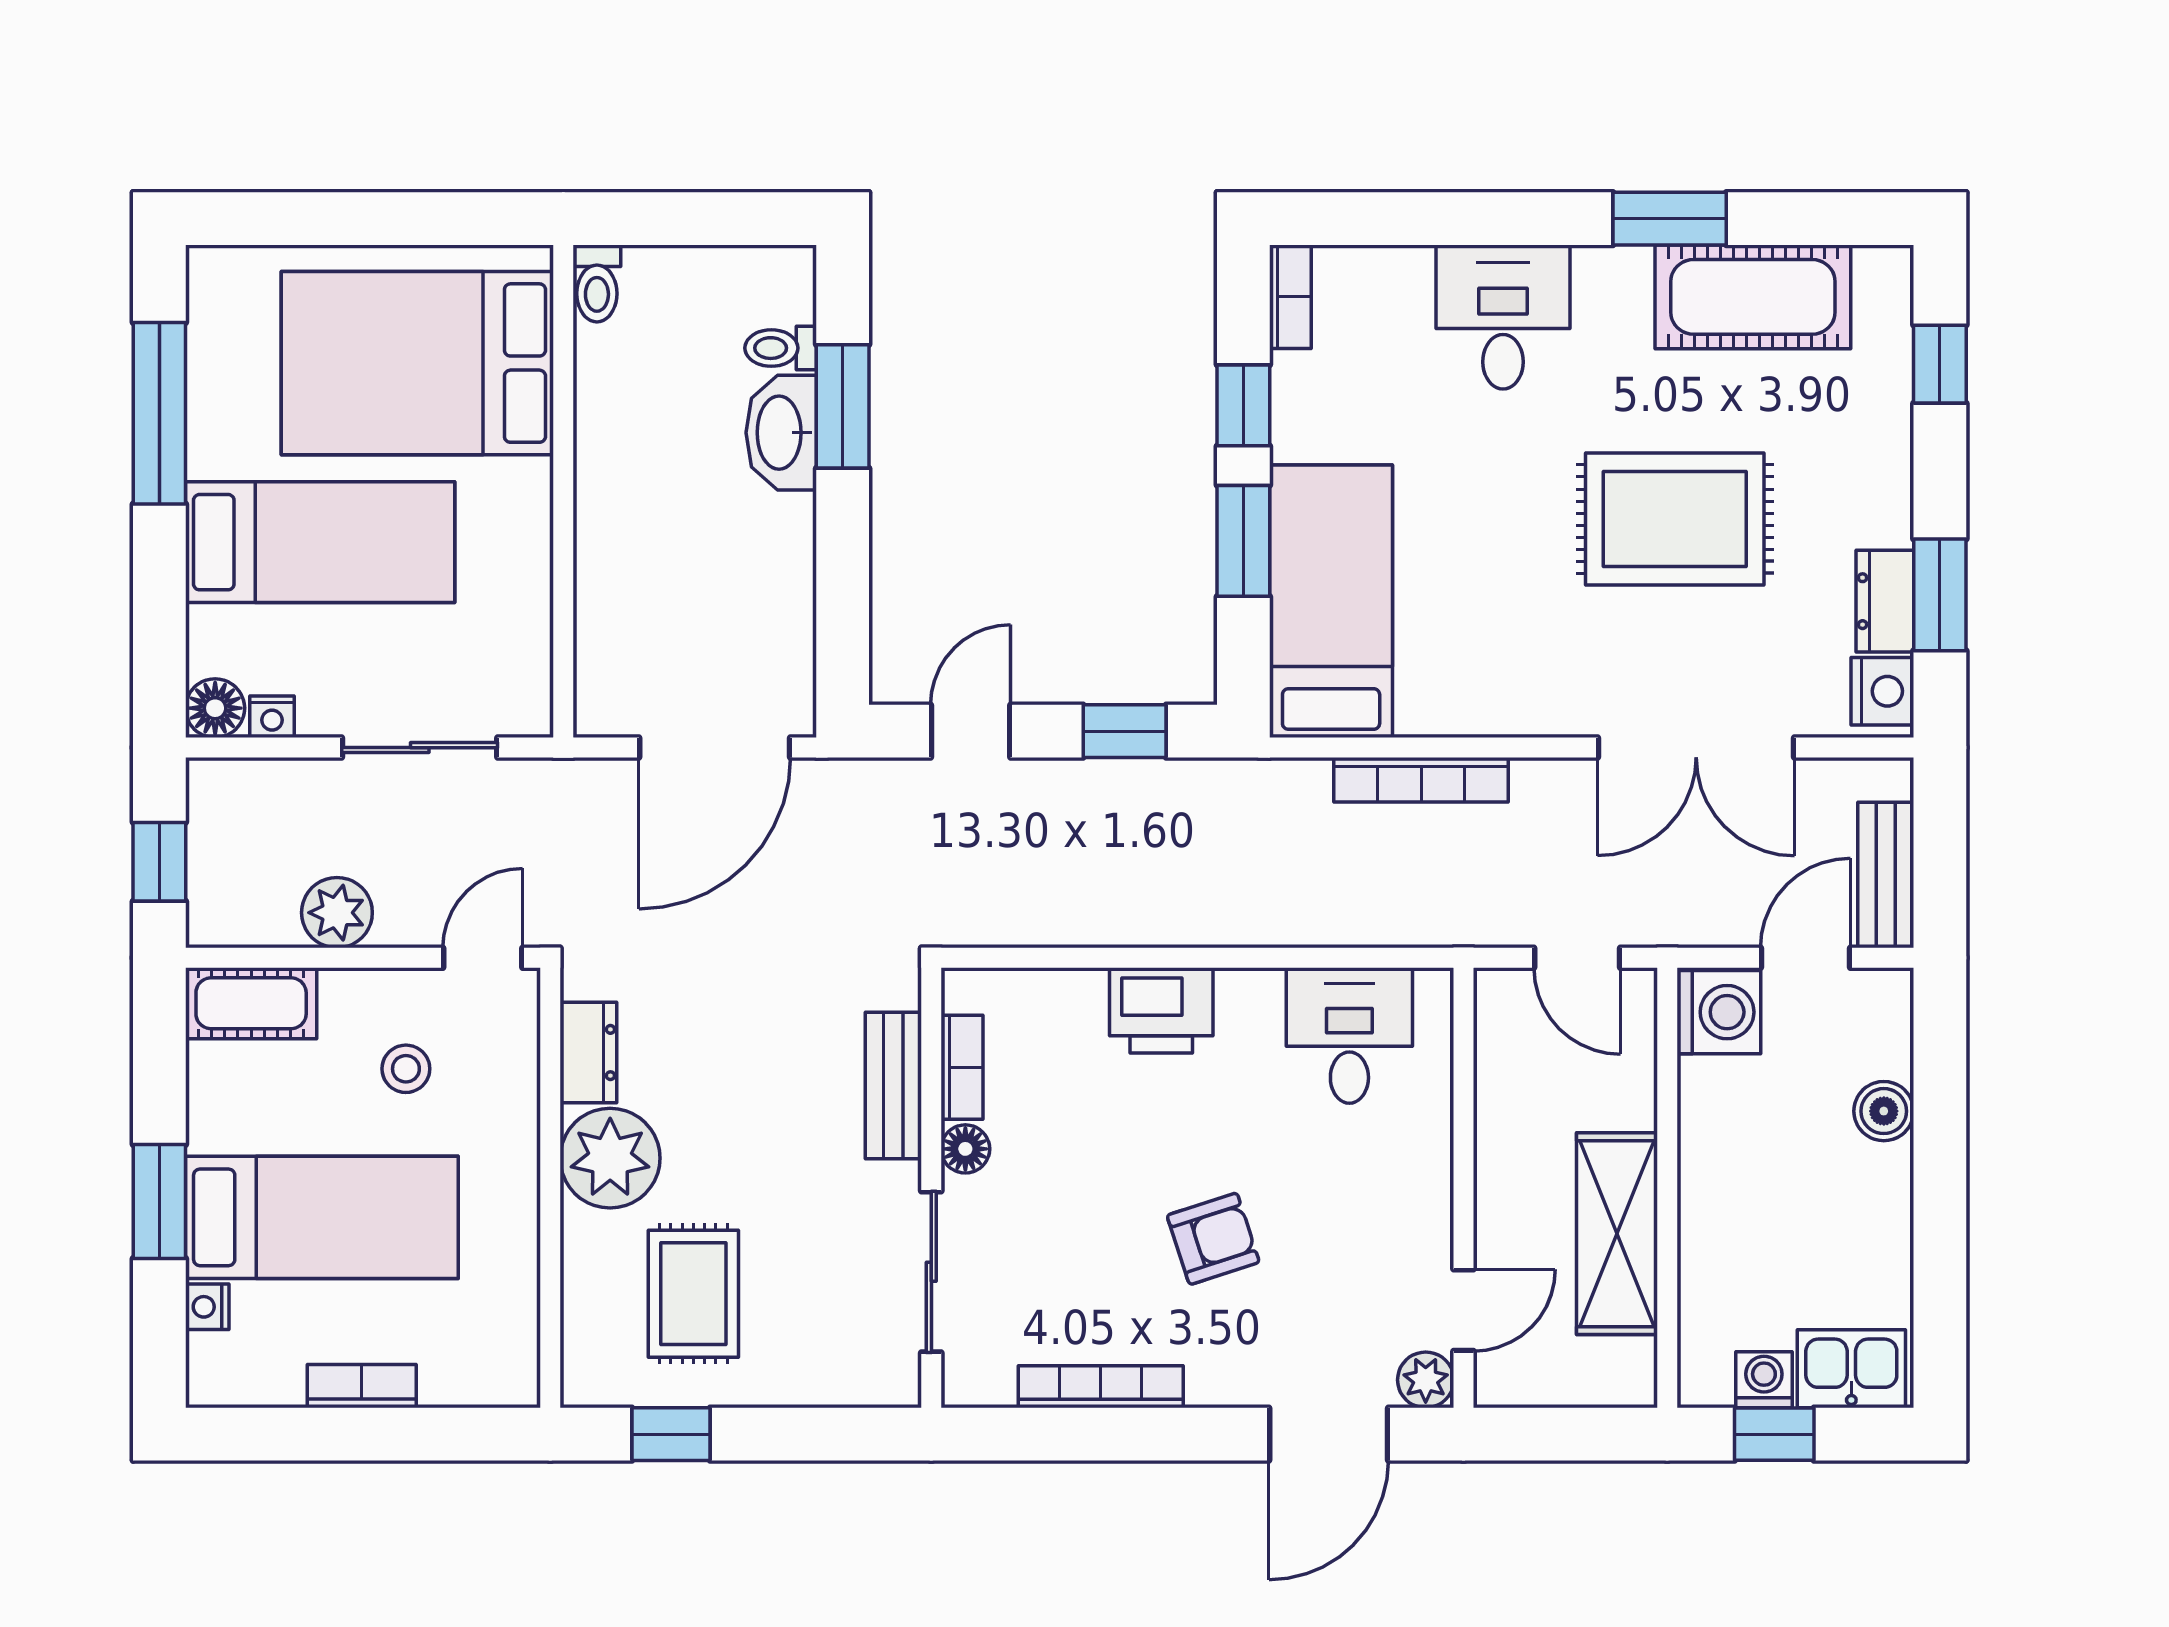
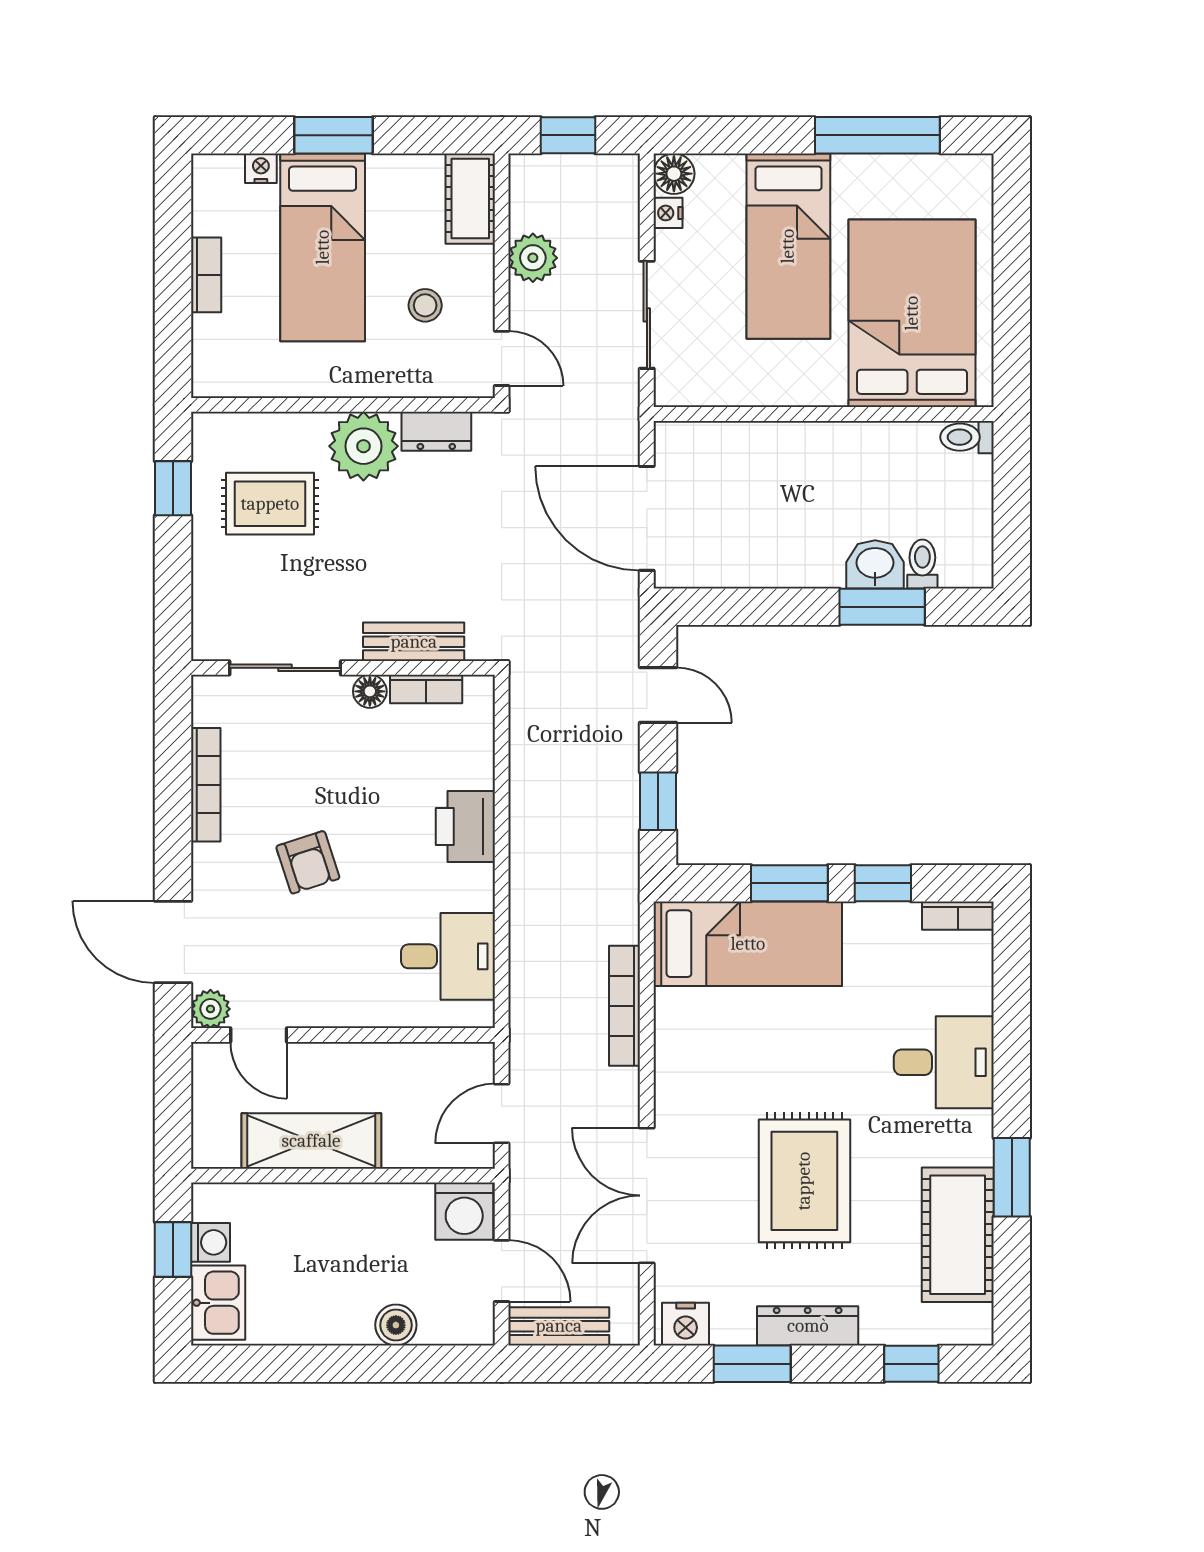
washbasin: (781, 433) -> (875, 564), width x0.72
dresser: (1885, 601) -> (808, 1326), moved, width x1.44

